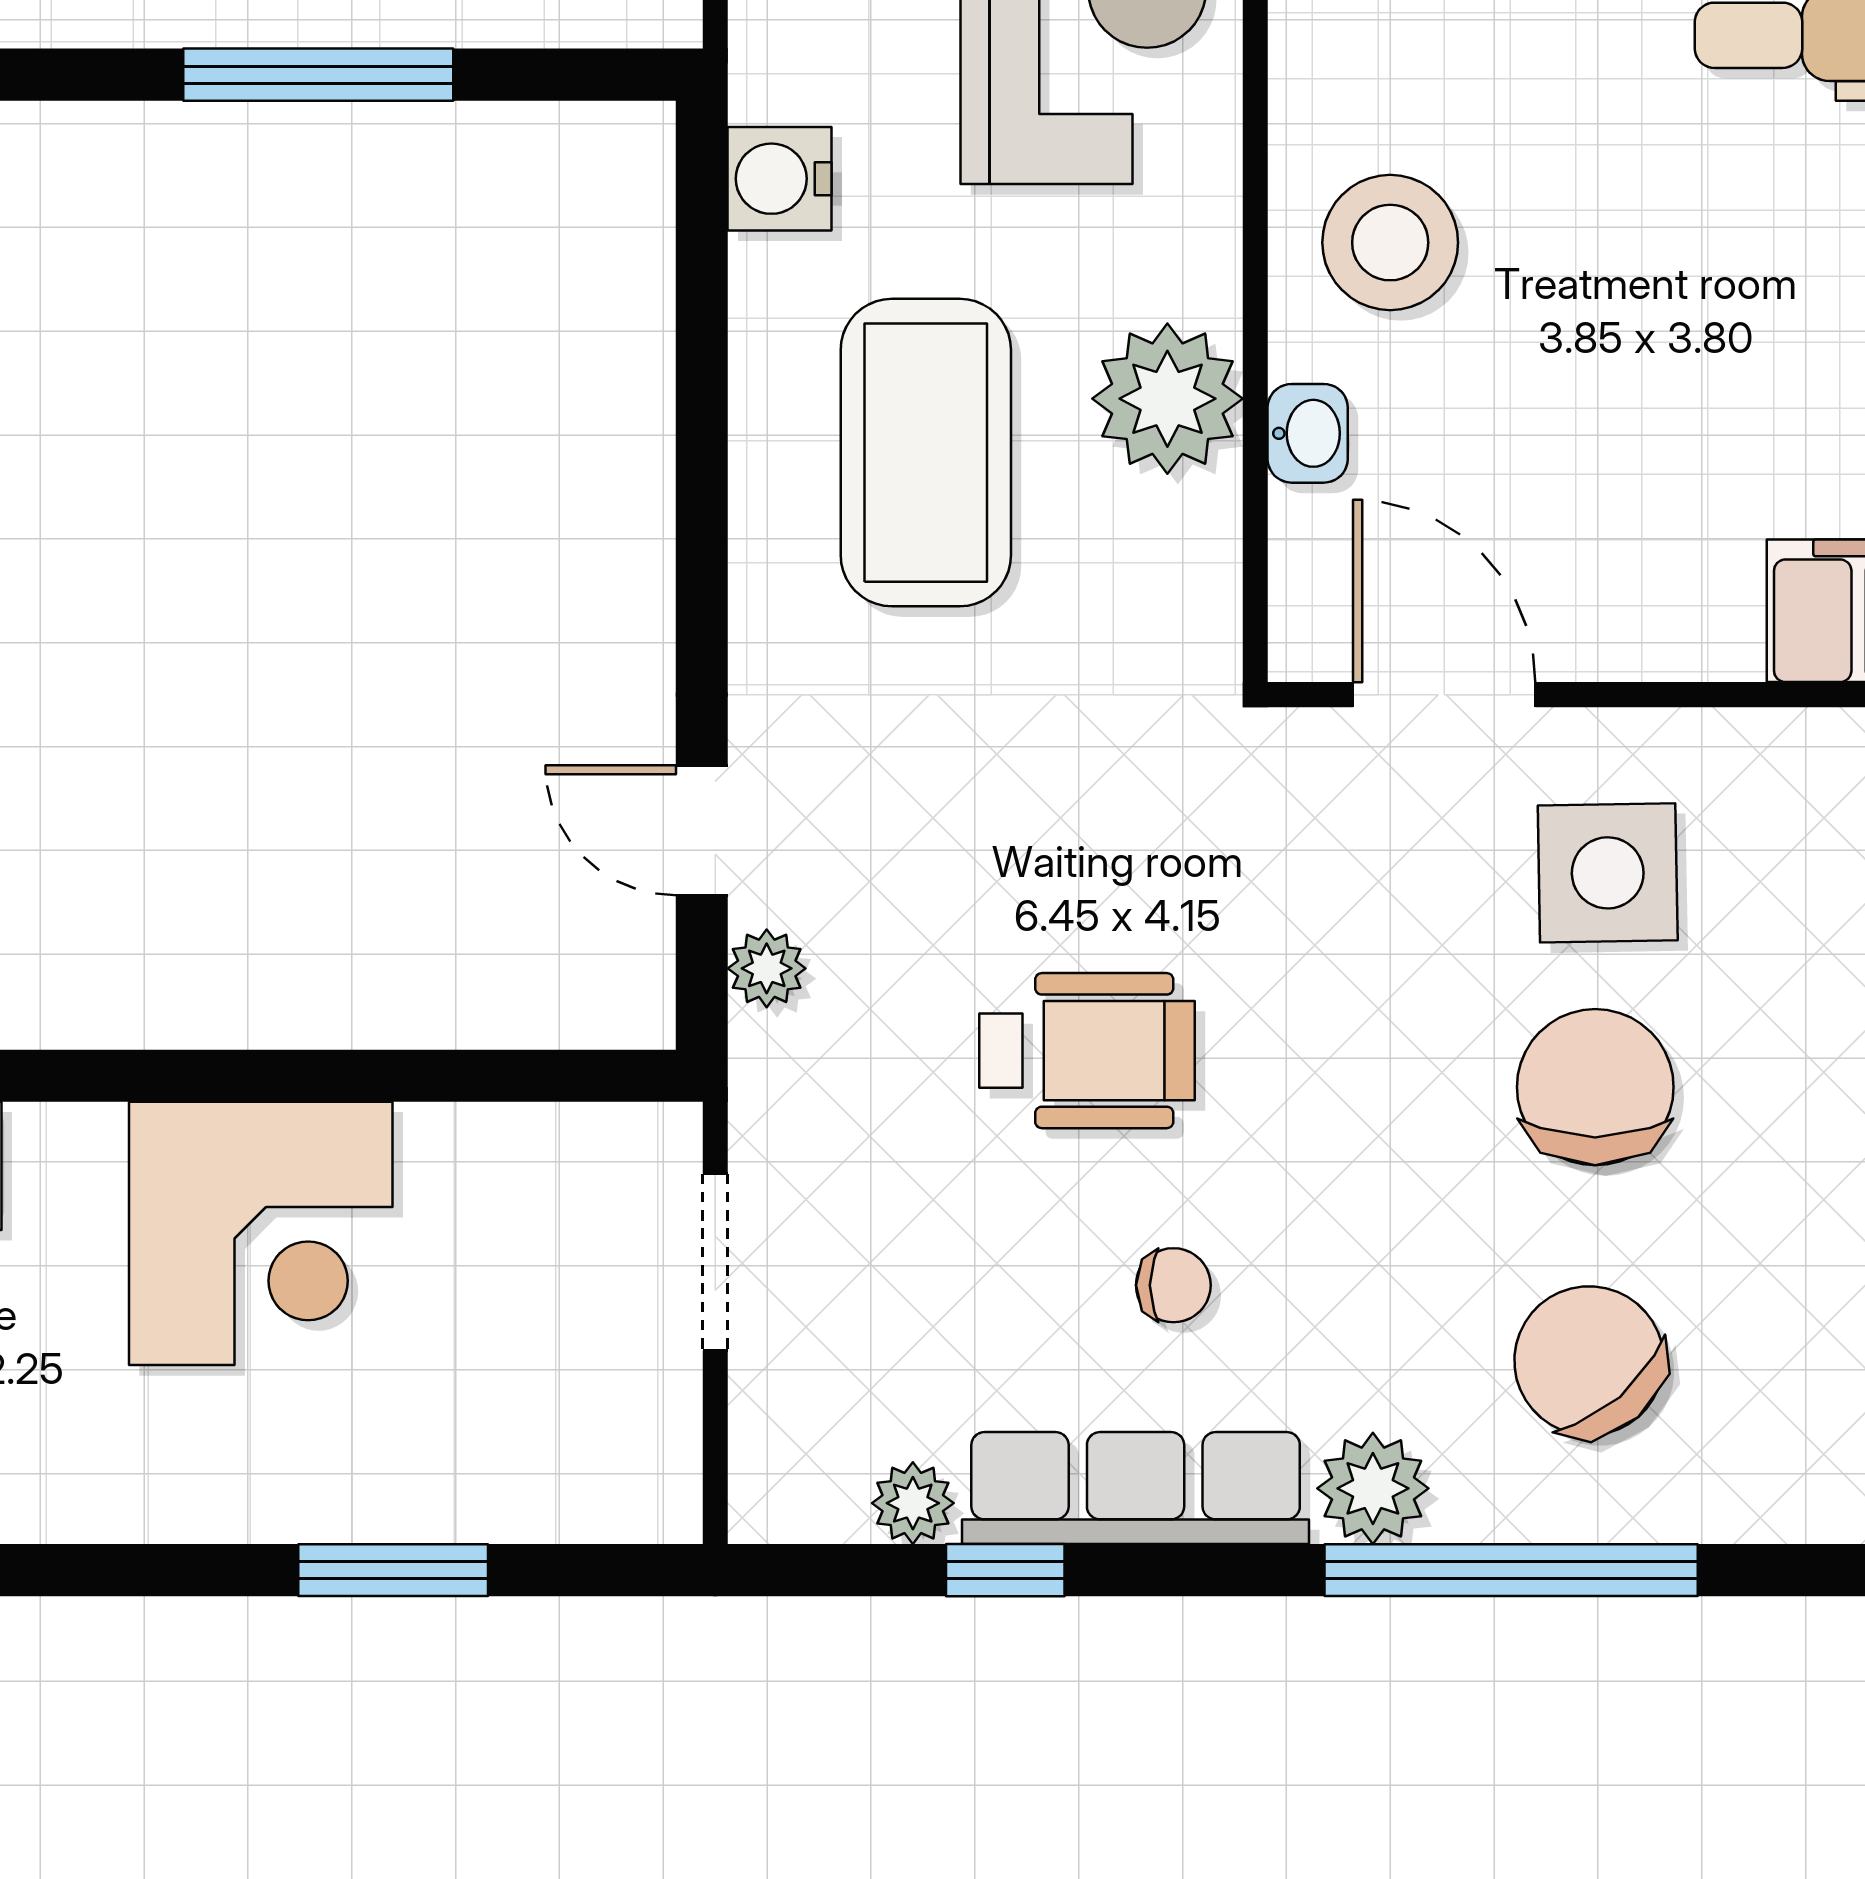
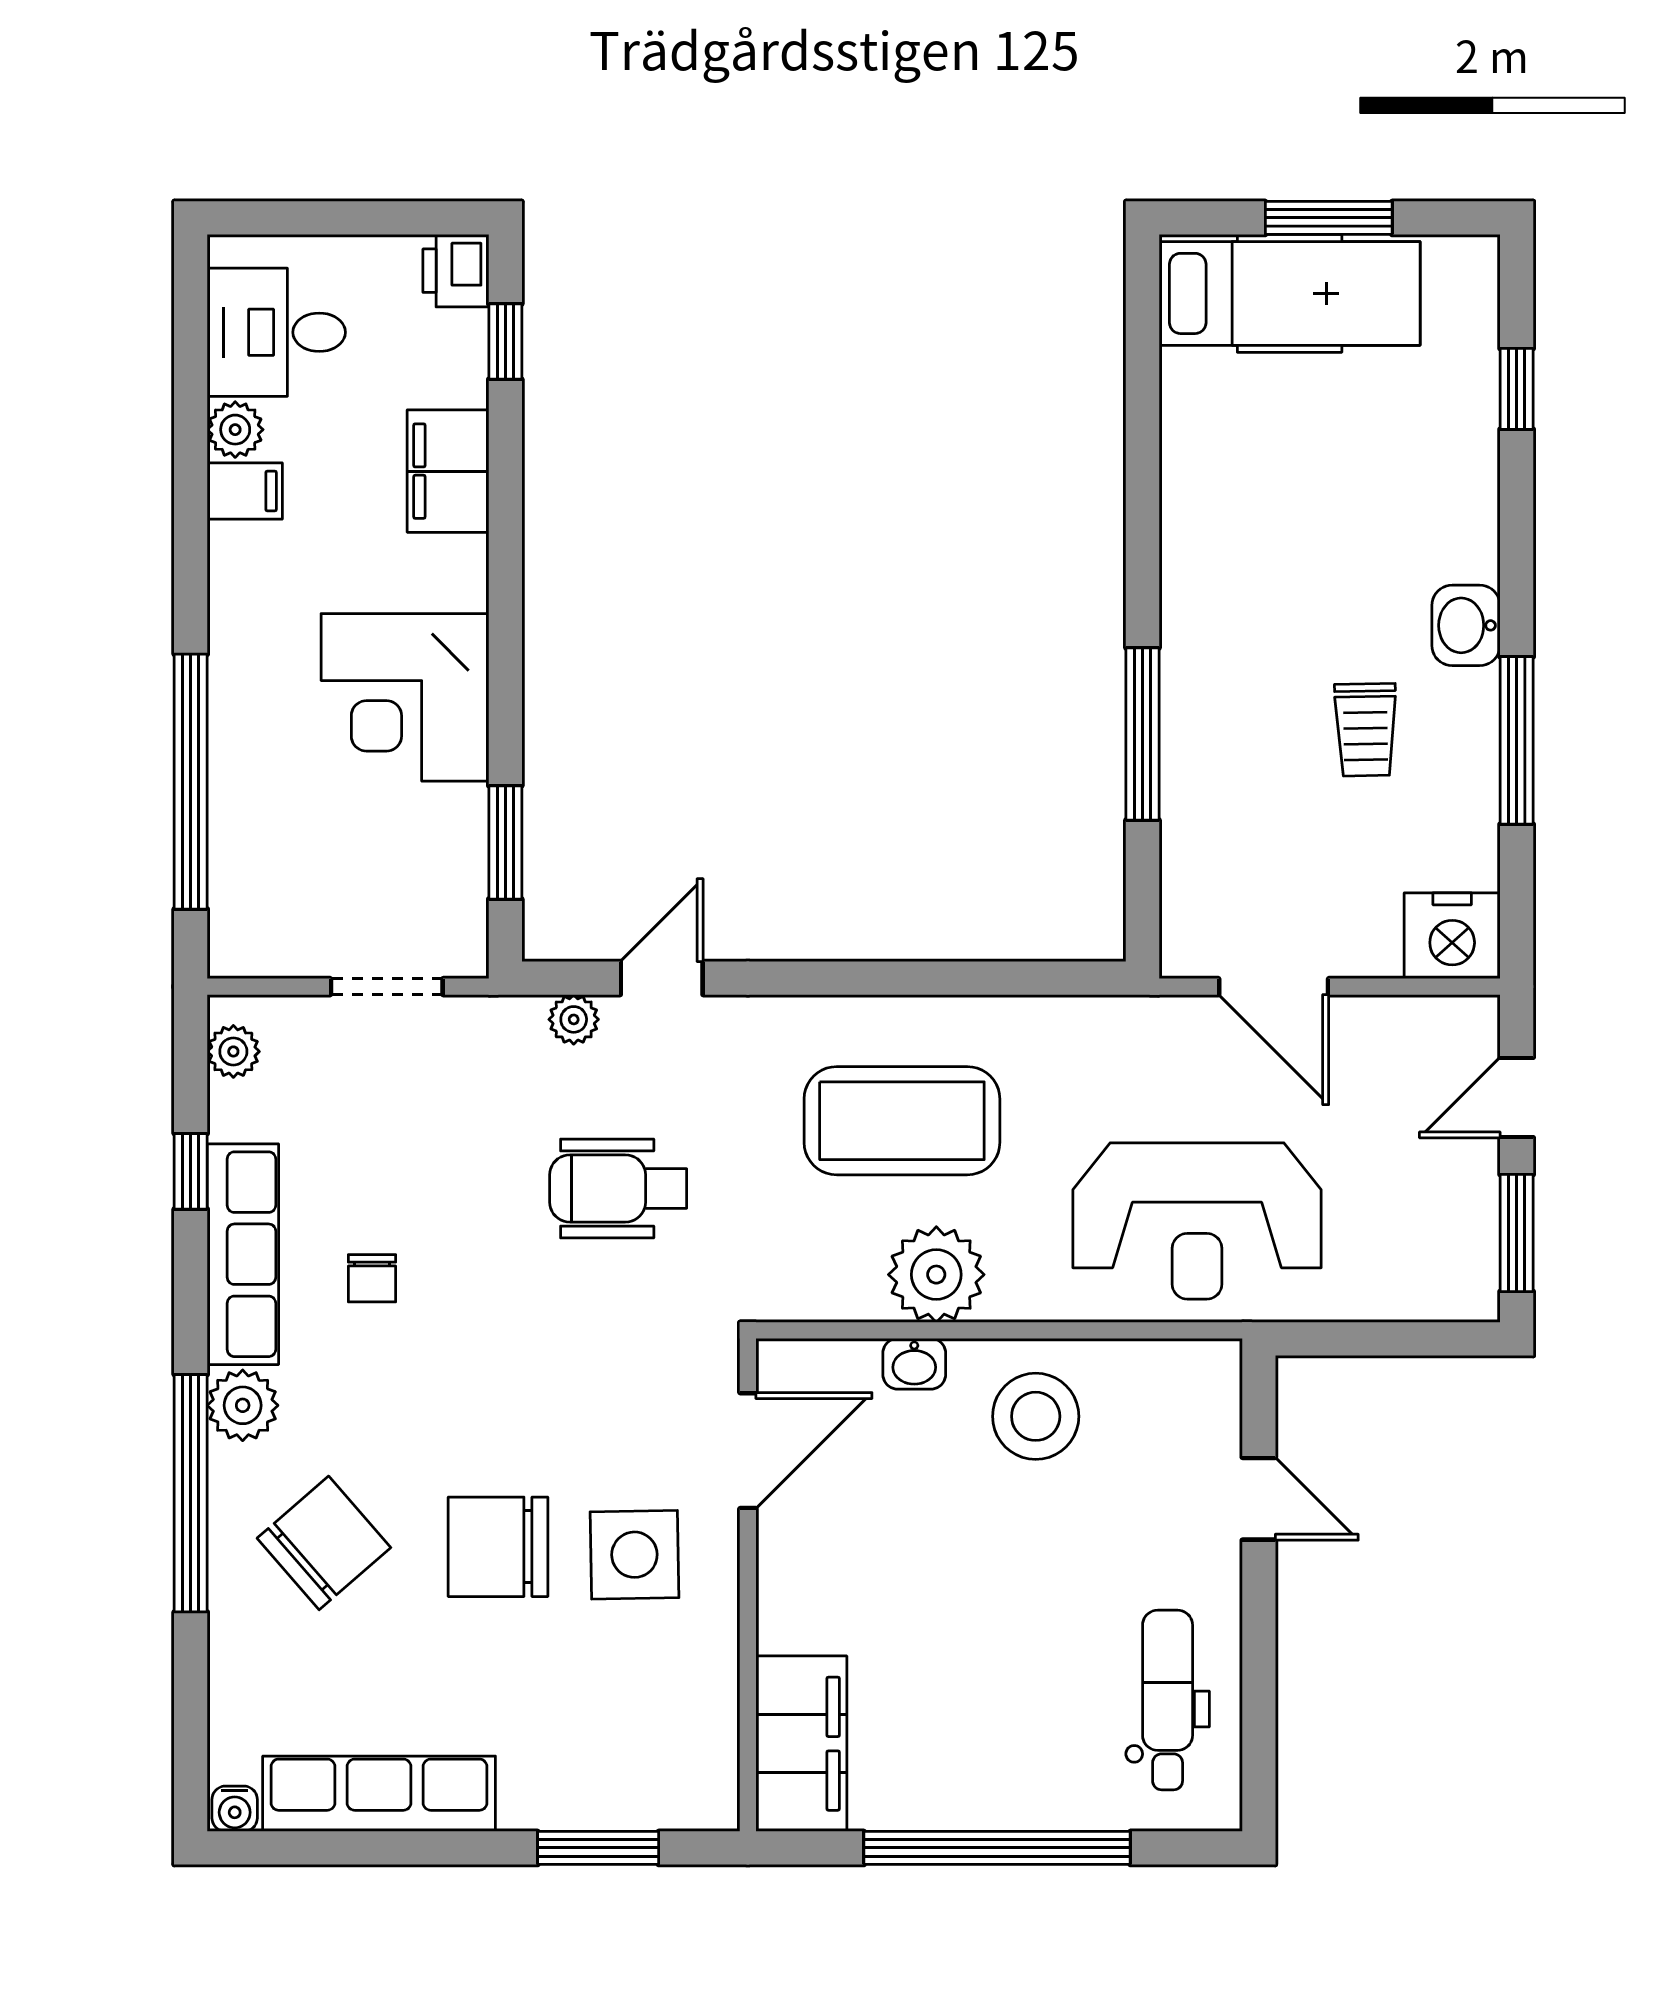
water cooler: (780, 179) -> (1076, 1028), removed
wheelchair: (1087, 1051) -> (618, 1188), moved, turned 90
window: (489, 1076) -> (505, 842), added
chair: (1595, 1087) -> (498, 1547), turned 180
plant: (913, 1503) -> (233, 1051), moved
window: (393, 1570) -> (191, 782), width x2.11

